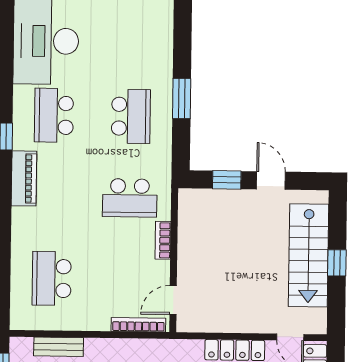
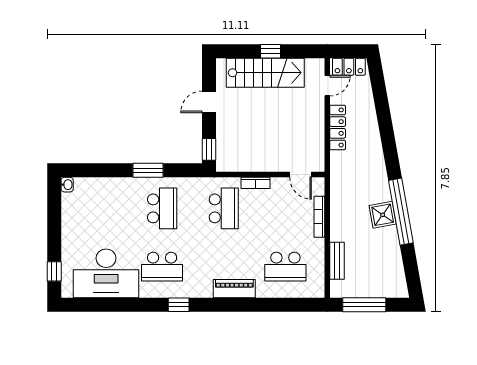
school desk: (131, 116) -> (162, 208), turned 90
piano: (24, 178) -> (234, 289), moved
window: (227, 180) -> (209, 149), moved
bookcase: (138, 325) -> (319, 217), moved

